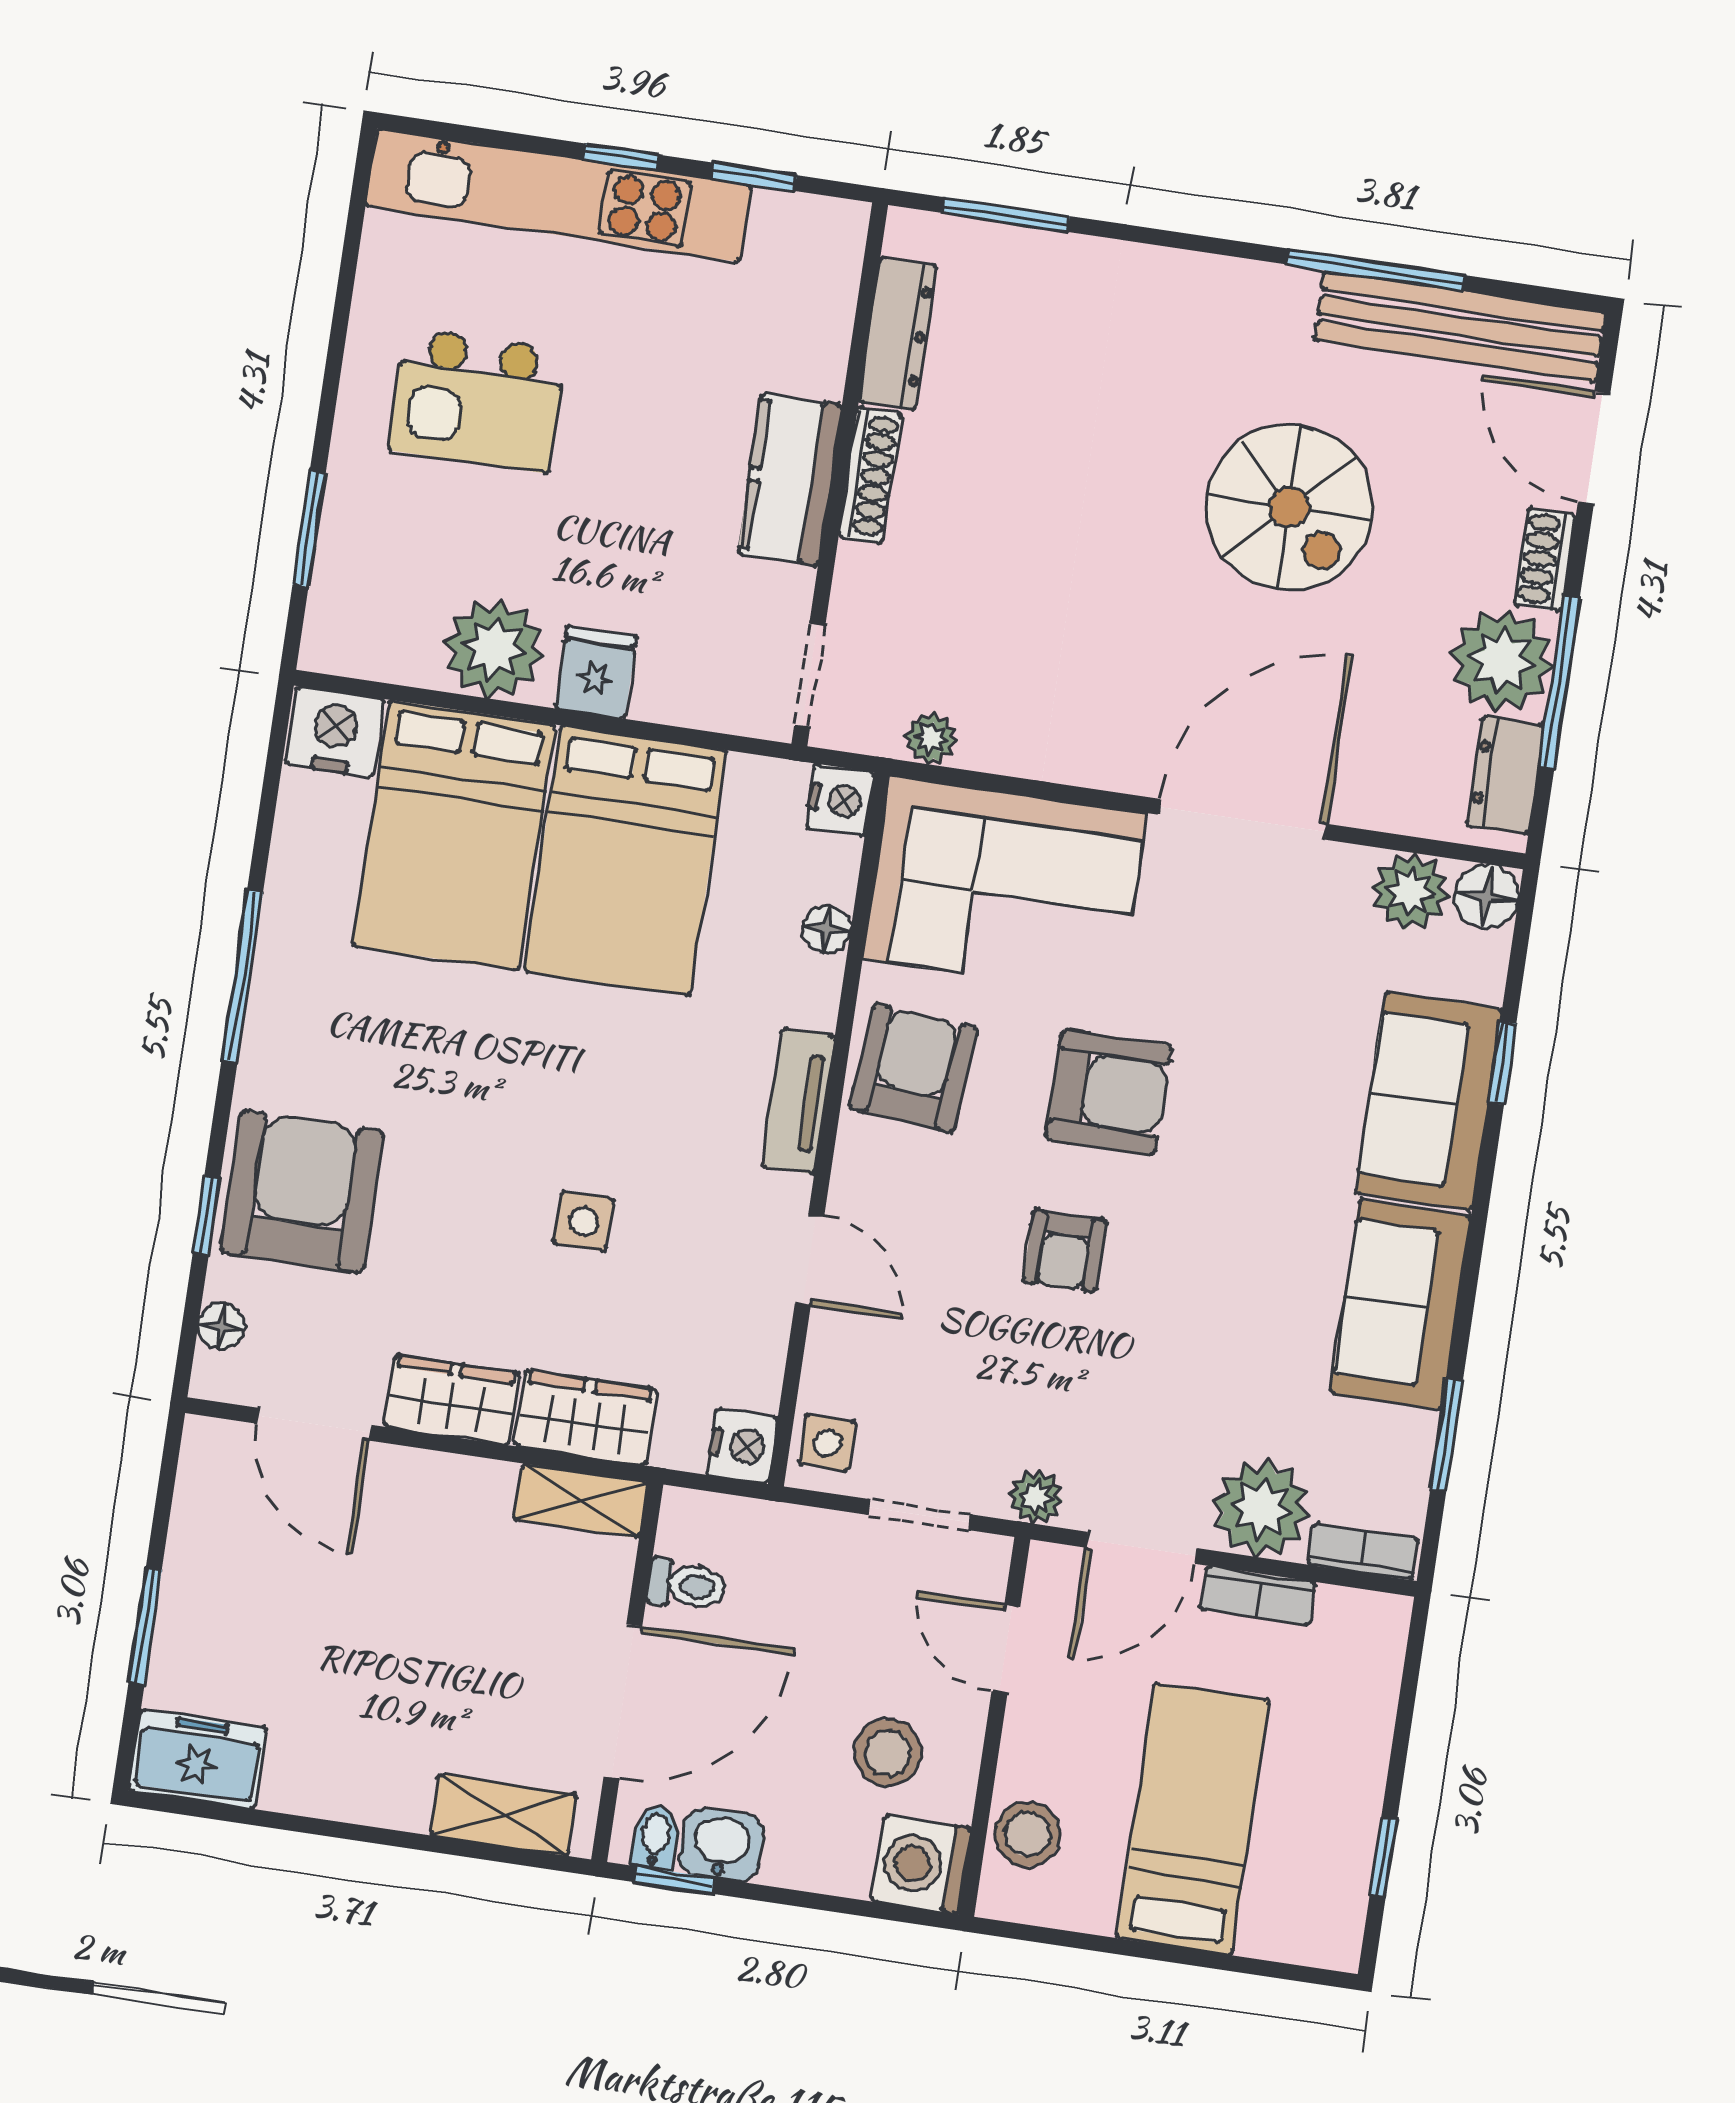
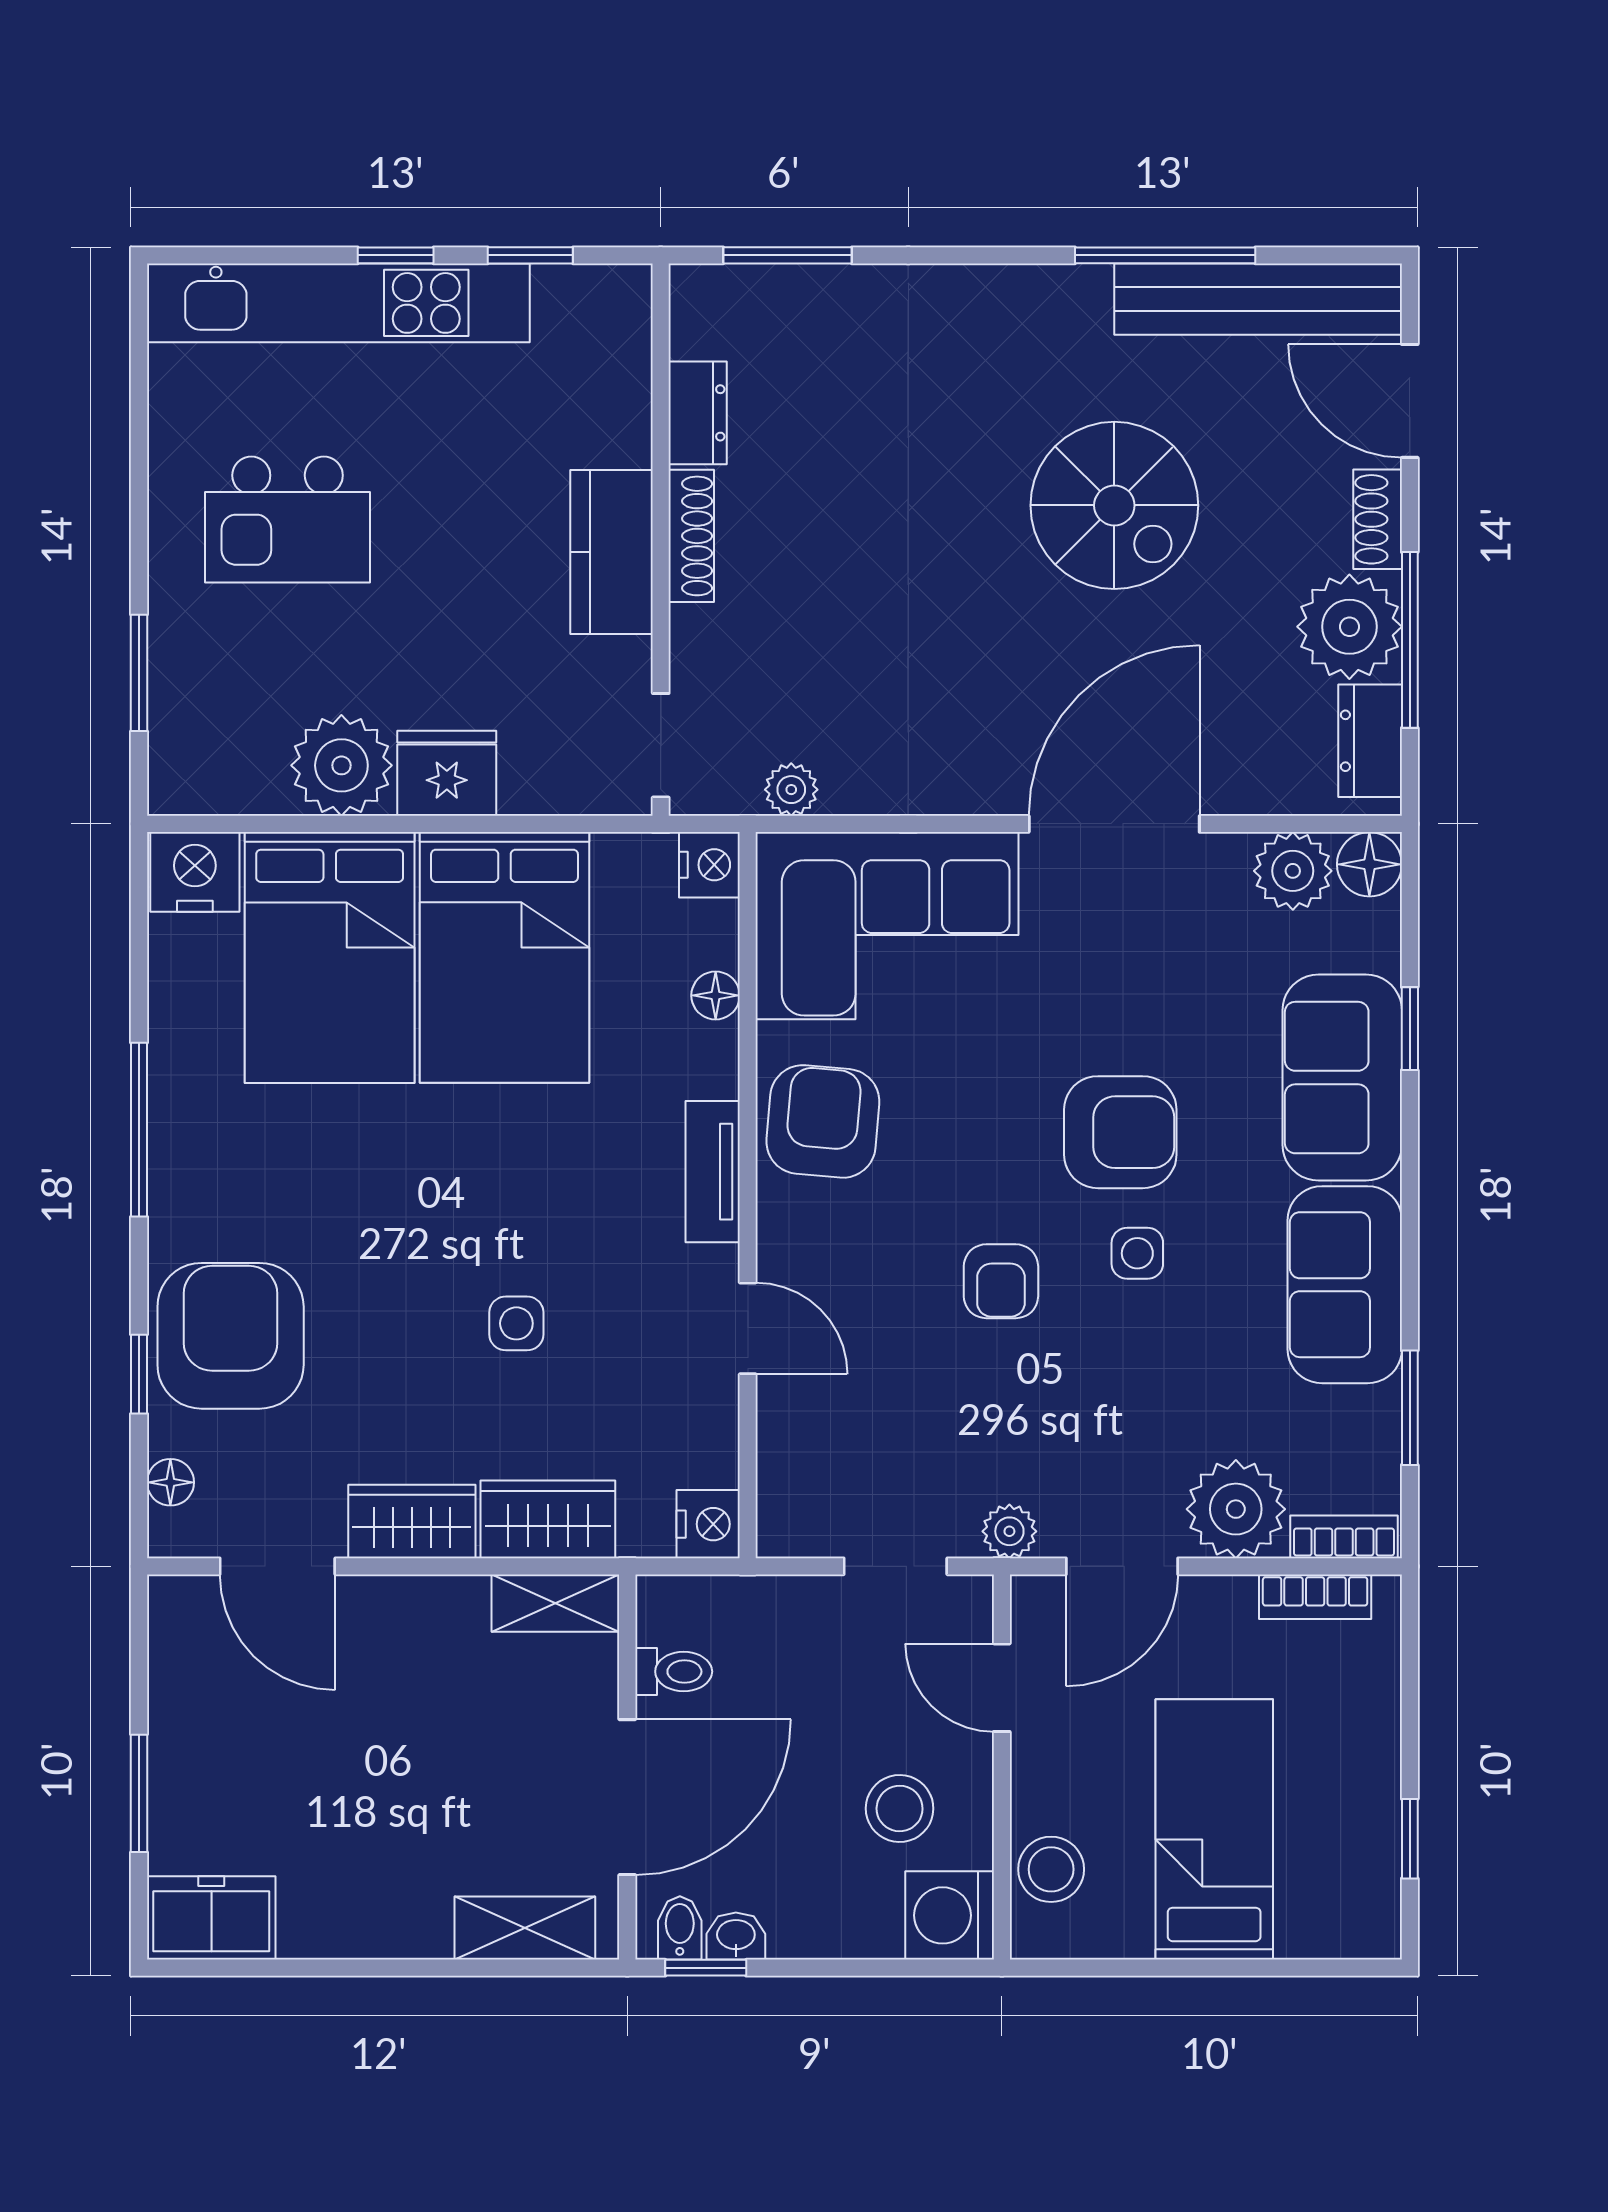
dresser: (898, 334) -> (698, 413), width x0.70
fridge: (596, 672) -> (447, 773), width x1.38
armchair: (1109, 1092) -> (1120, 1132), moved
side table: (827, 1443) -> (1137, 1253), moved
bookcase: (1258, 1596) -> (1315, 1597), moved
washbasin: (722, 1845) -> (736, 1936), width x0.72, depth x0.69

